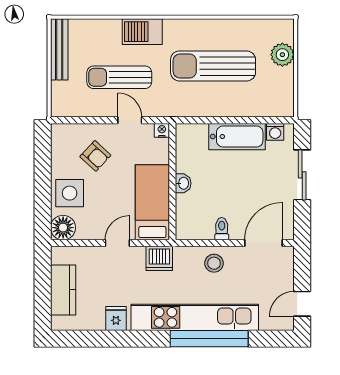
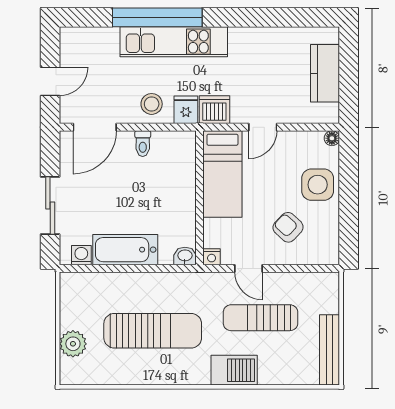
sun lounger: (119, 77) -> (261, 318), turned 180
washbasin: (183, 183) -> (185, 256), moved, turned 90
floor lamp: (63, 228) -> (332, 138), width x0.53, depth x0.53
door: (302, 304) -> (50, 81), moved
kitchen unit: (195, 317) -> (174, 42), width x0.73
fridge: (116, 318) -> (186, 110), moved, turned 180

